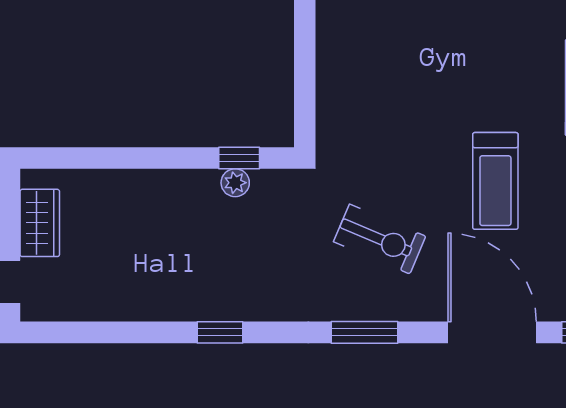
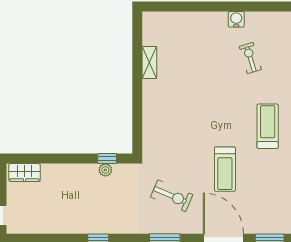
wardrobe: (40, 223) -> (25, 173), moved, turned 90

